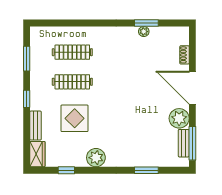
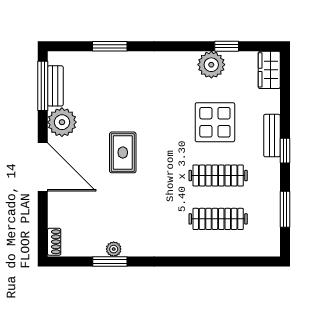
shoe rack: (184, 55) -> (54, 242), moved
rug: (138, 98) -> (123, 152), added
bench: (36, 126) -> (272, 136), moved
plant: (96, 158) -> (211, 65), moved

